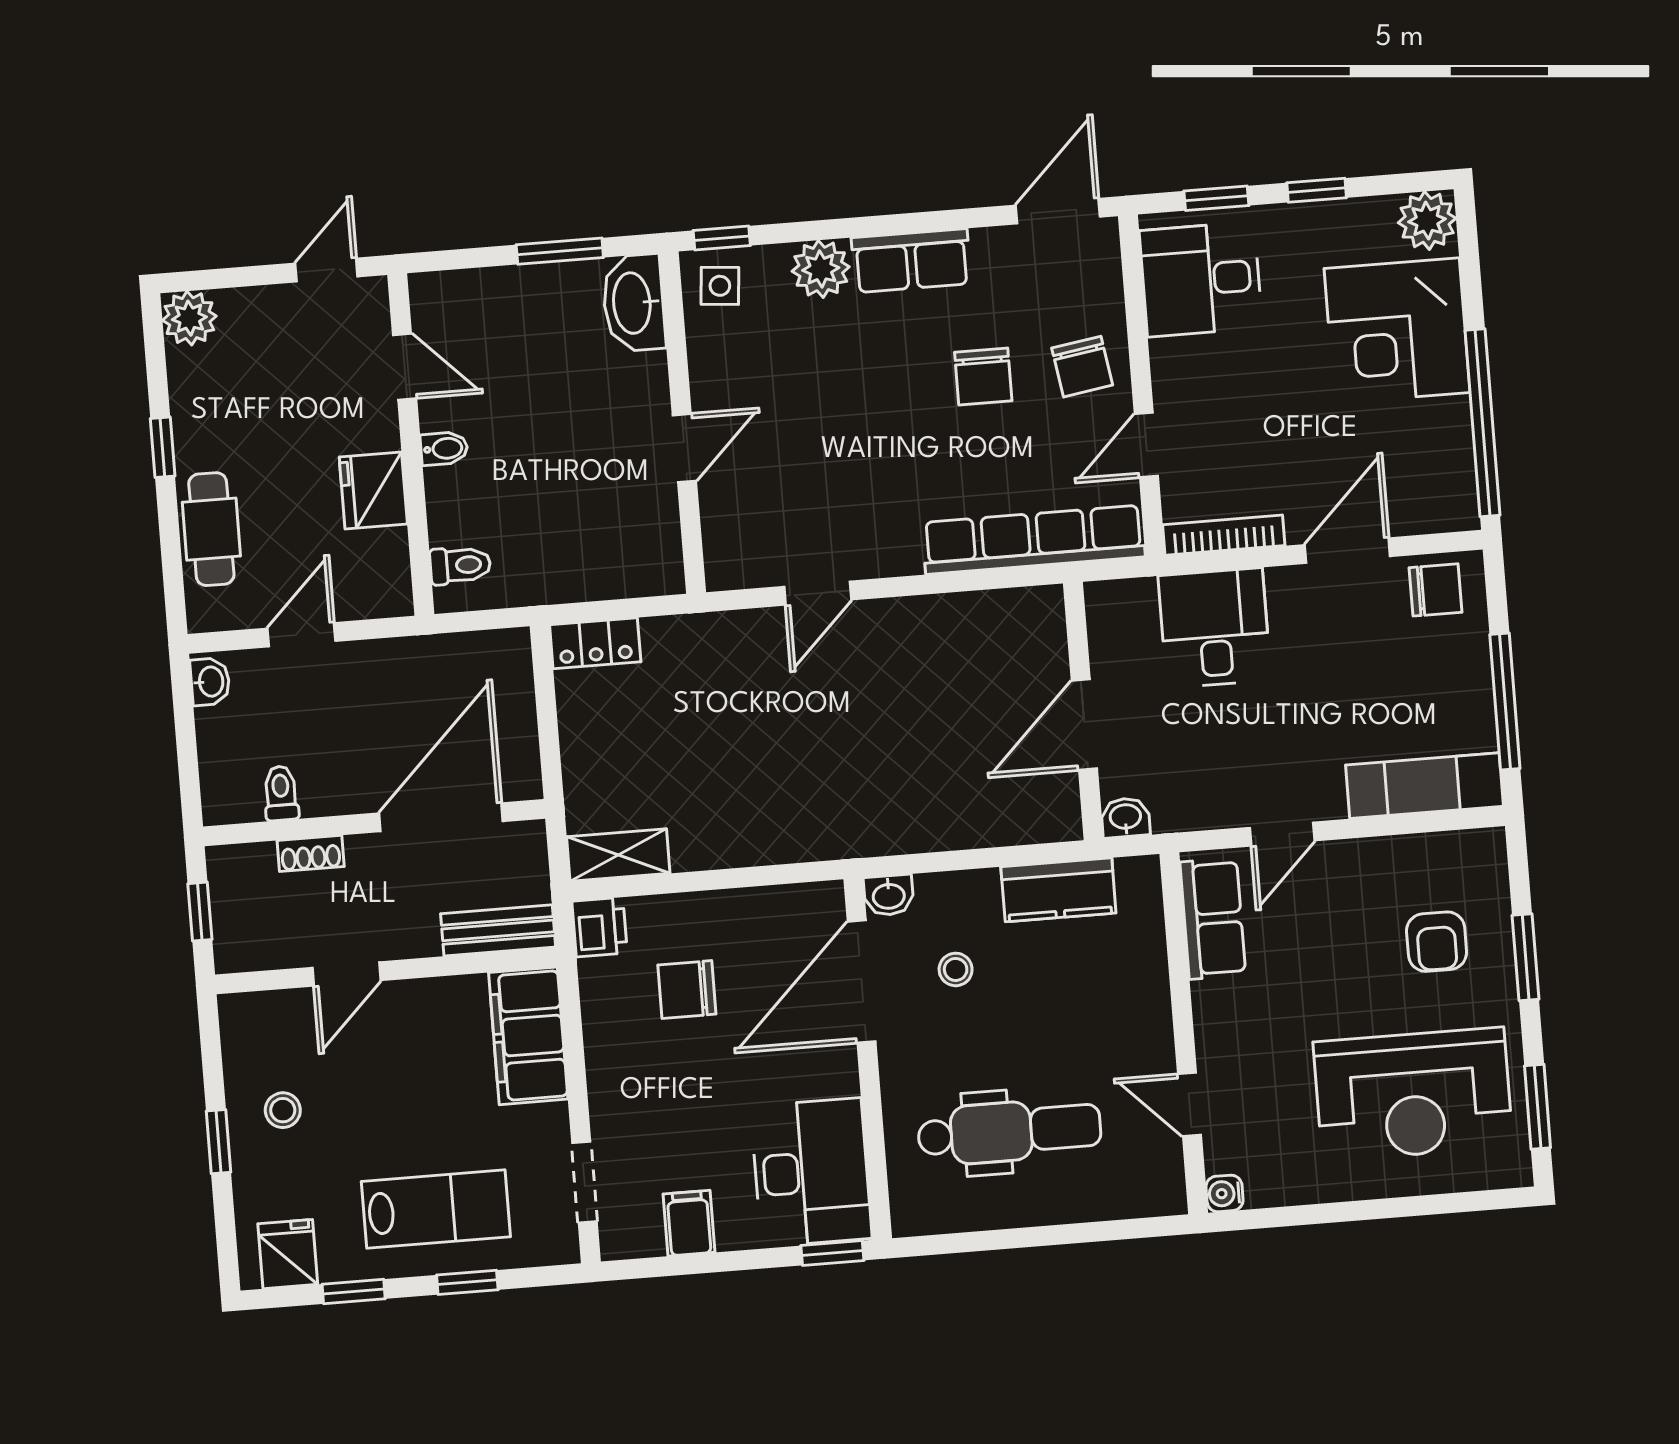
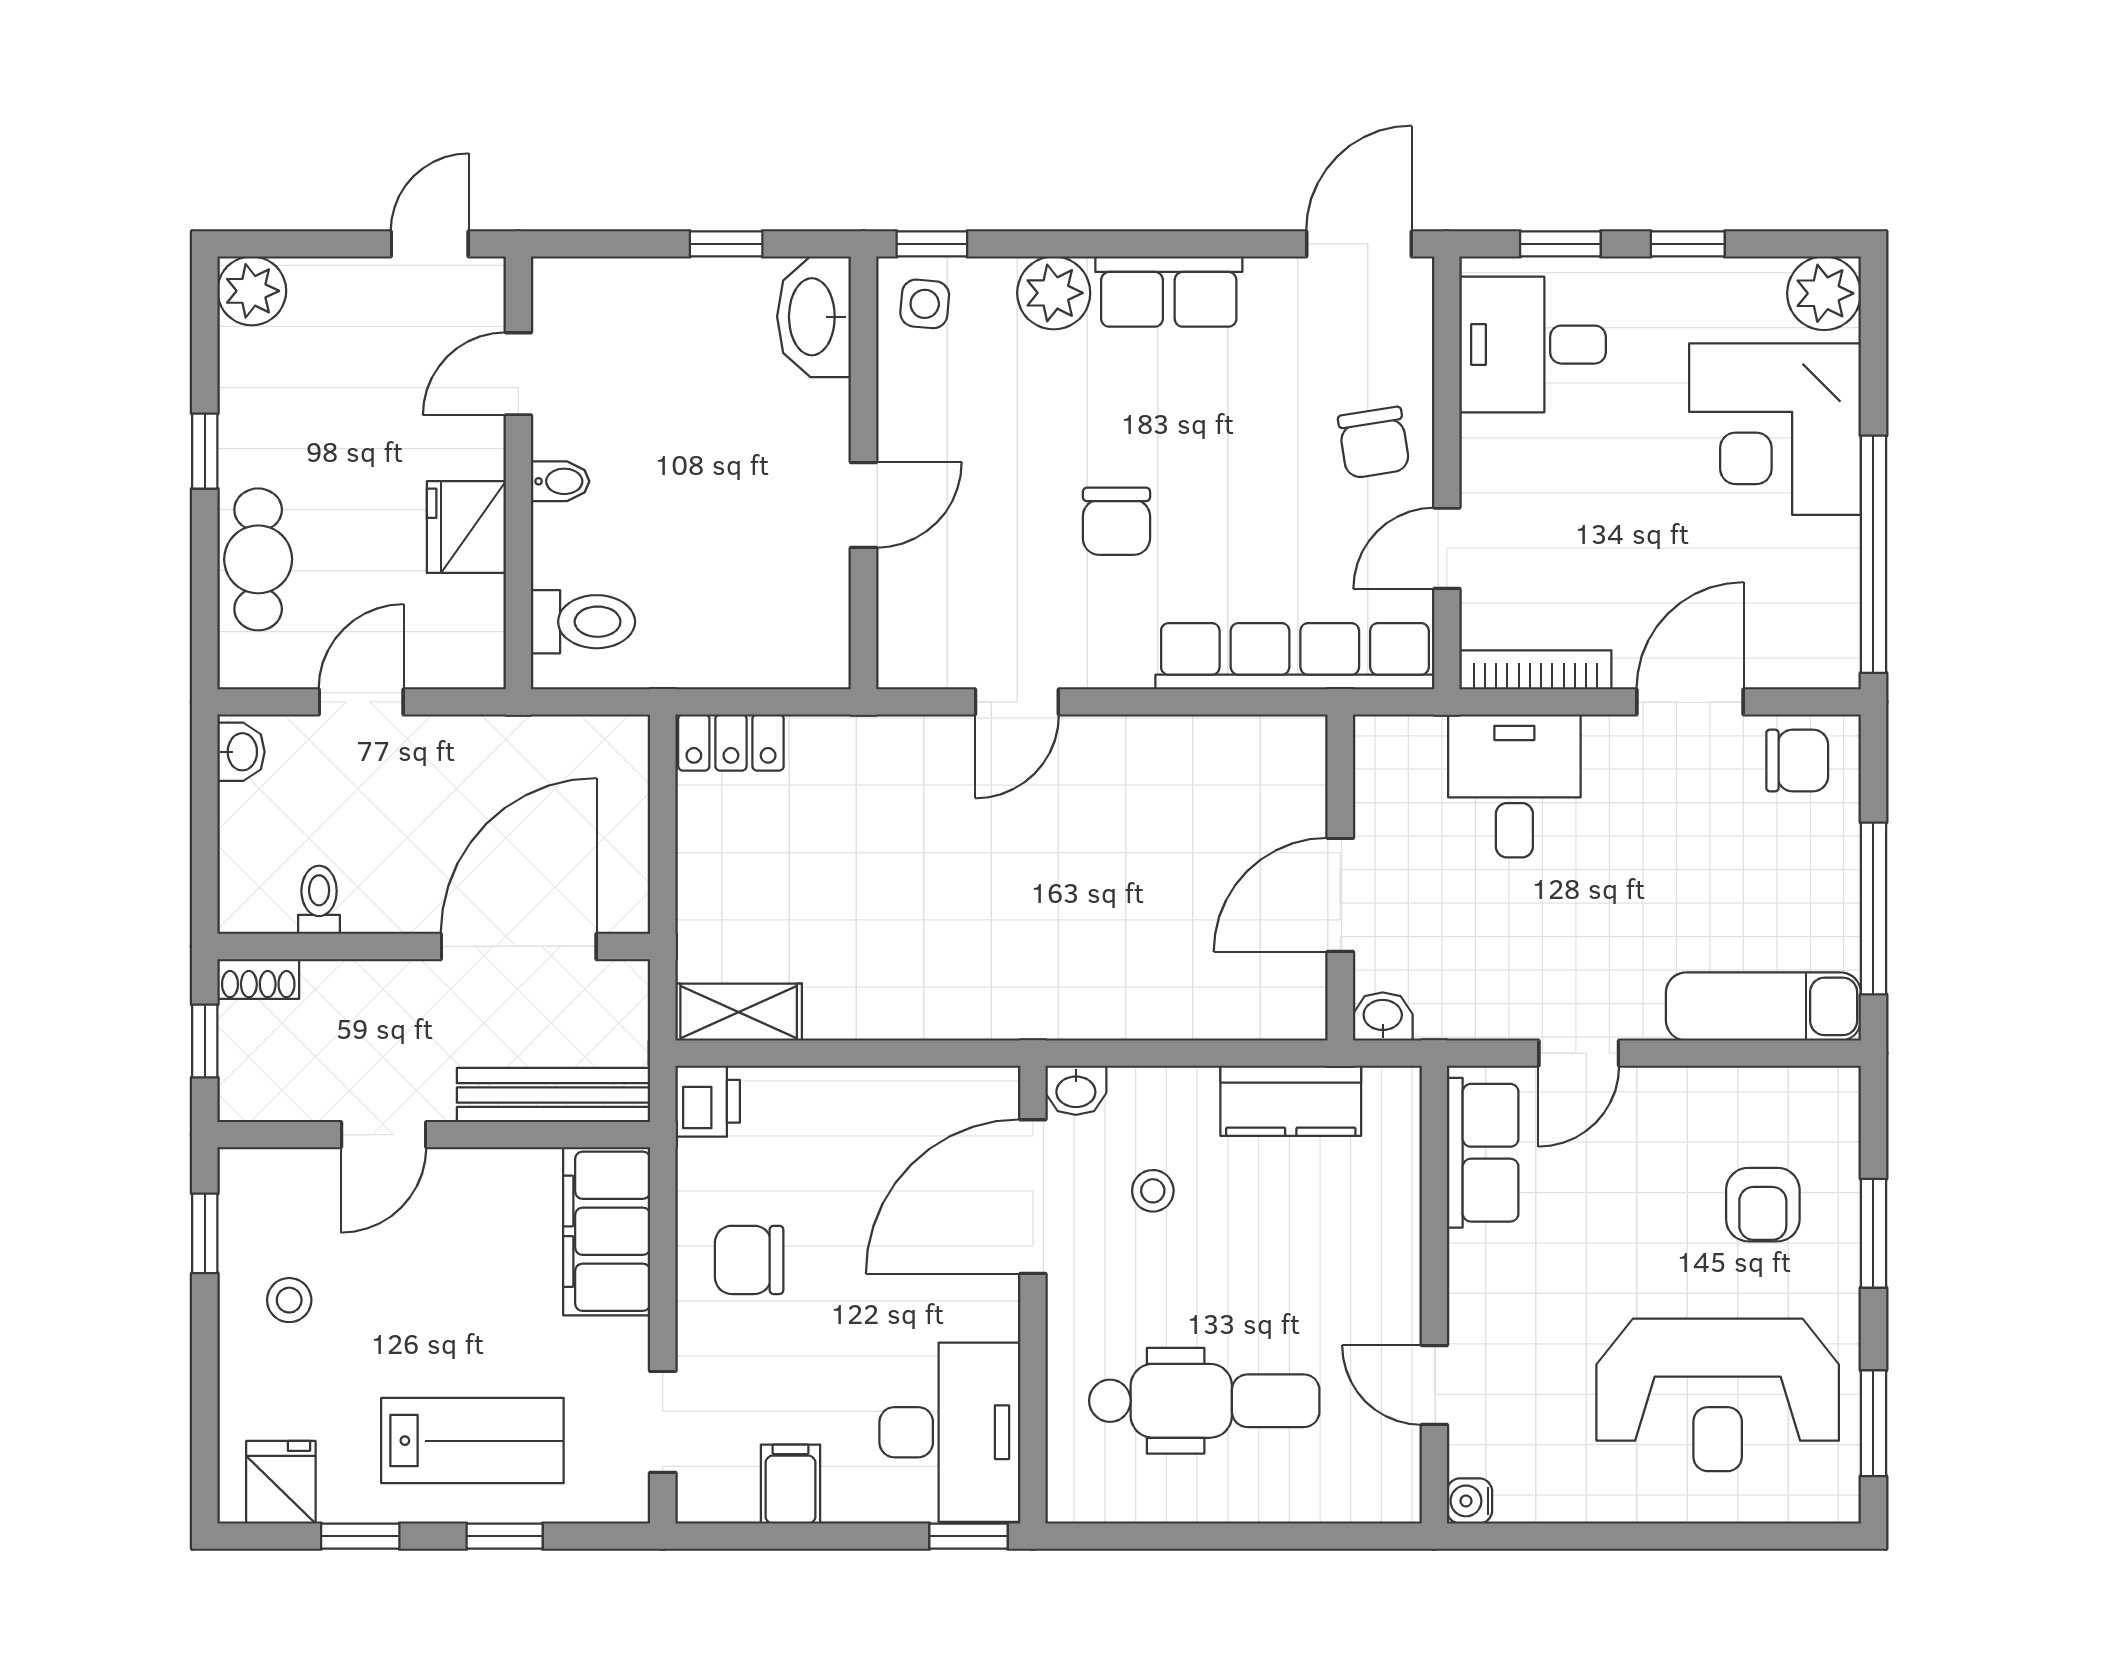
window: (560, 251) -> (726, 244), width x0.67
door: (405, 367) -> (518, 374), swing flipped
chair: (983, 377) -> (1116, 521), moved
toilet: (460, 565) -> (583, 622), width x1.37, depth x1.39
shoe rack: (311, 853) -> (258, 979), moved
bench: (498, 930) -> (554, 1095), width x1.36
chair: (687, 990) -> (749, 1260), moved
window: (218, 1142) -> (205, 1233), moved

